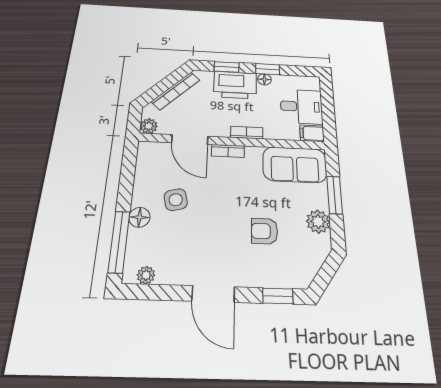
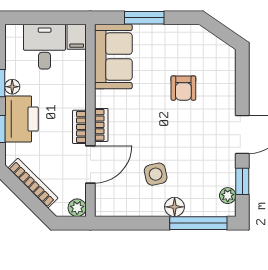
bookcase: (247, 133) -> (79, 127), moved
plant: (318, 222) -> (172, 36), removed
window: (278, 296) -> (242, 181), moved

